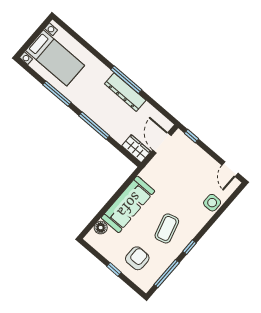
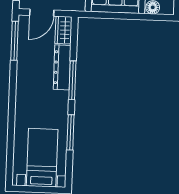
window: (126, 80) -> (15, 41), moved
dresser: (125, 92) -> (62, 67), moved, turned 180

